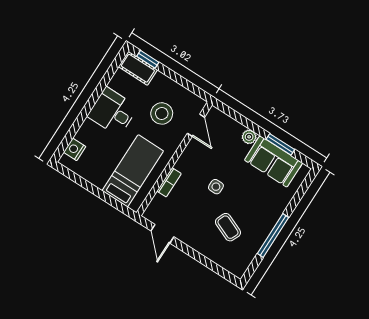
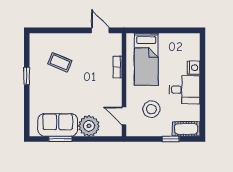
window: (148, 59) -> (171, 139), moved
plant: (249, 137) -> (89, 126), width x1.87, depth x1.87
nightstand: (75, 149) -> (194, 68), moved
side table: (216, 187) -> (85, 84), removed
window: (273, 235) -> (27, 76), width x0.46

